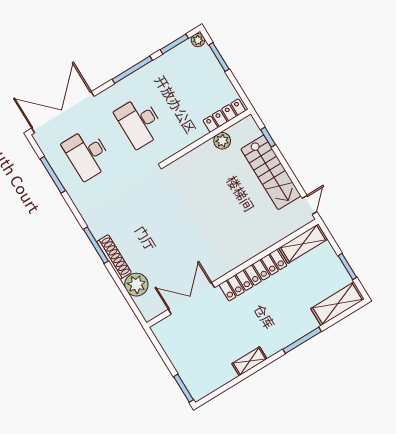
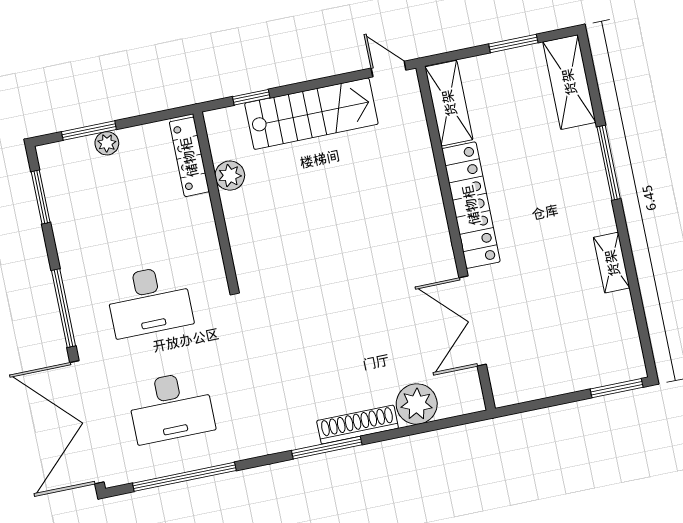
plant: (198, 40) -> (107, 143), moved
window: (132, 70) -> (63, 308), moved
window: (53, 175) -> (184, 477), width x1.46

